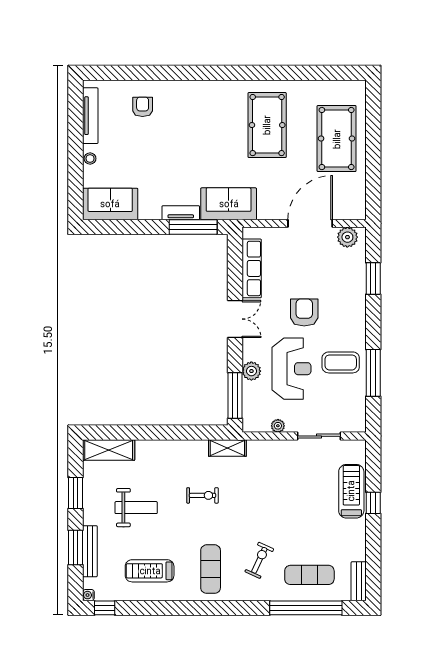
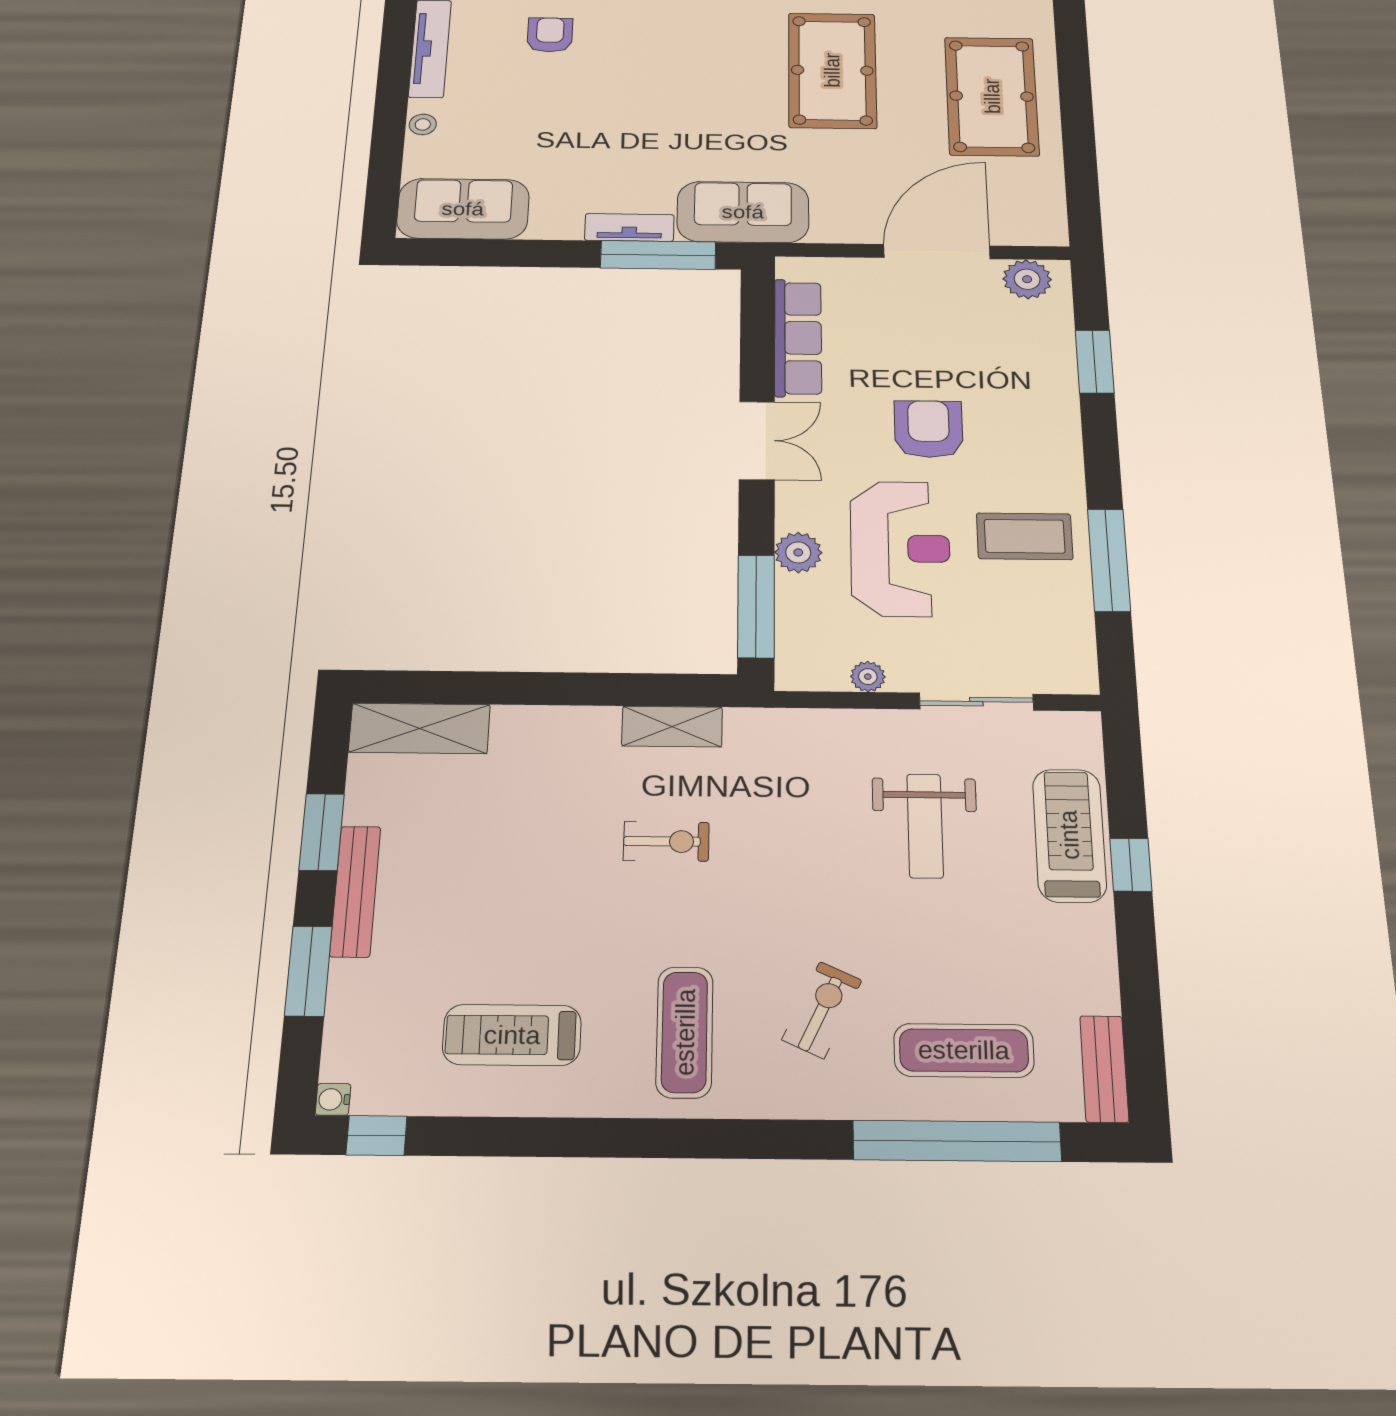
shelving: (227, 448) -> (672, 727), moved
weight bench: (136, 508) -> (925, 826), moved, turned 90
bench: (90, 551) -> (355, 891), moved

